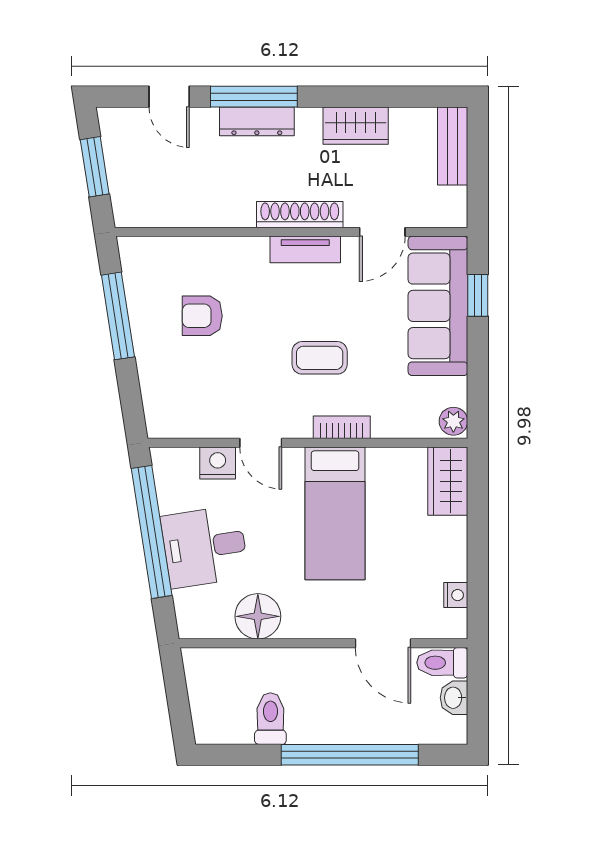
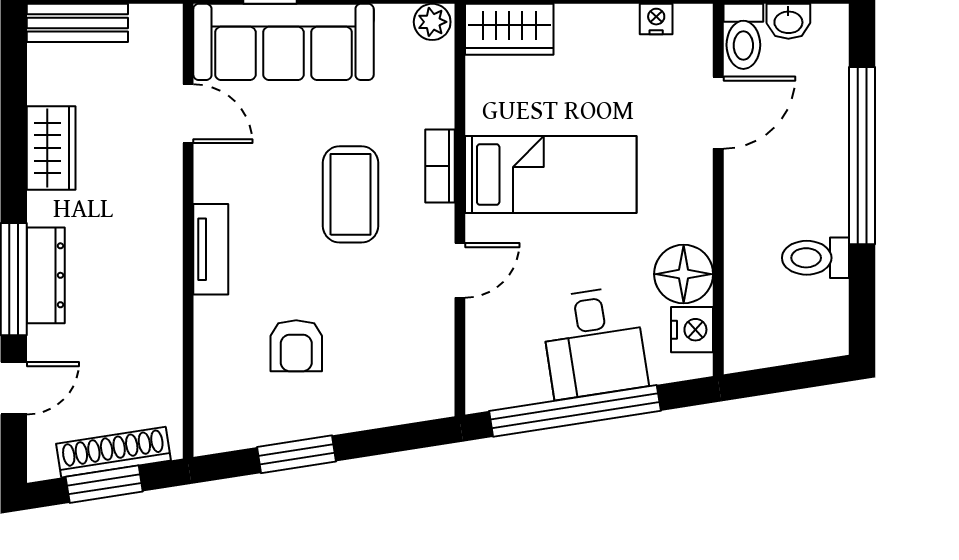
shoe rack: (300, 215) -> (113, 452), moved, turned 81
tv unit: (305, 249) -> (211, 249), moved
window: (118, 316) -> (296, 454), width x0.69
coffee table: (320, 358) -> (350, 194), width x1.36, depth x1.30
nightstand: (218, 463) -> (692, 330), moved, turned 180

